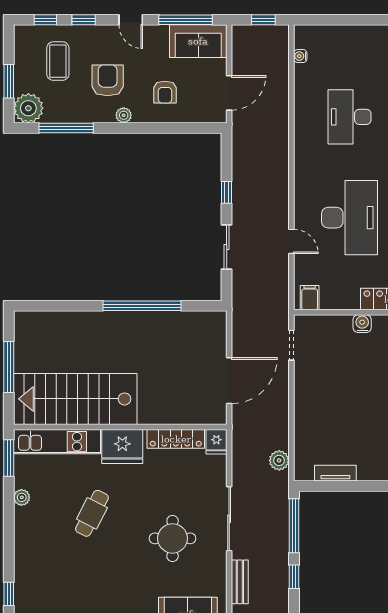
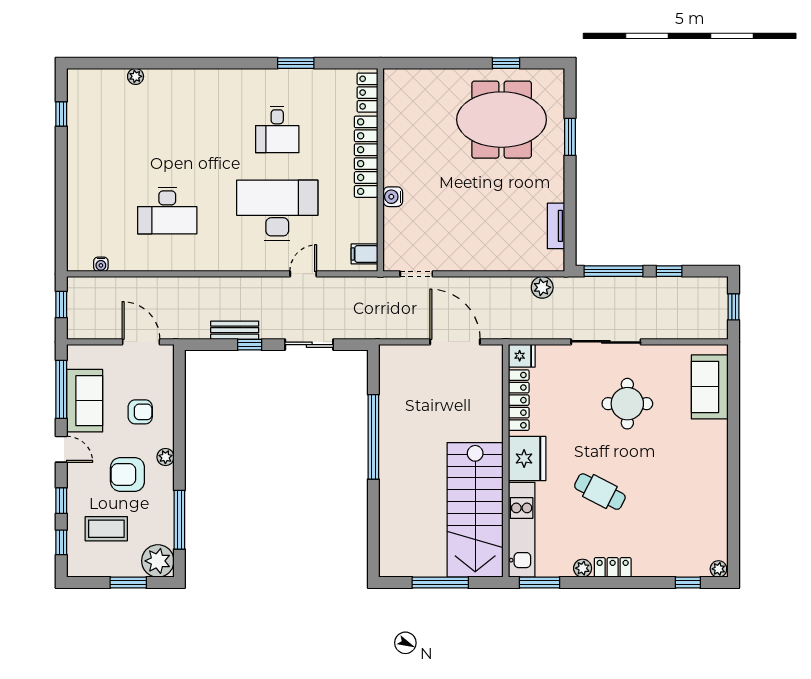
door: (131, 20) -> (61, 449), hinge flipped
sofa: (198, 41) -> (85, 401), moved
locker: (23, 525) -> (613, 567), added
bench: (240, 582) -> (235, 330), moved

